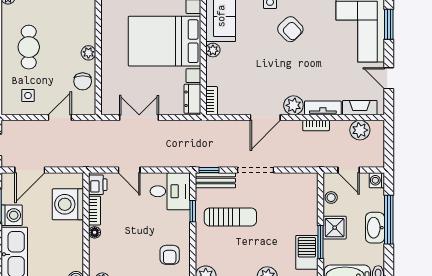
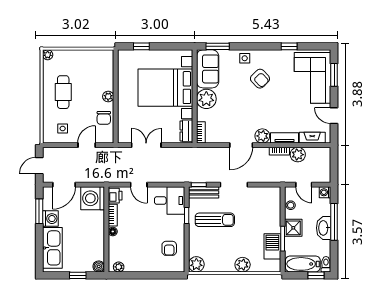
plant: (213, 50) -> (206, 99), width x1.88, depth x1.88
plant: (360, 130) -> (298, 155), moved
washing machine: (68, 204) -> (93, 198), moved

